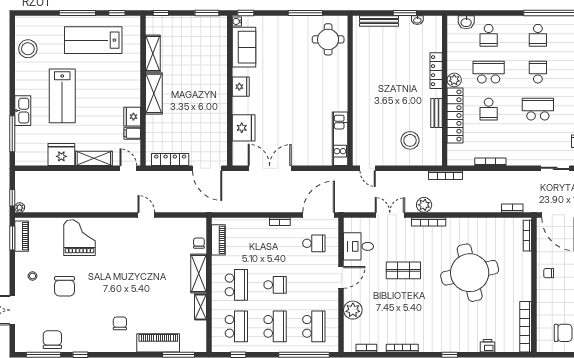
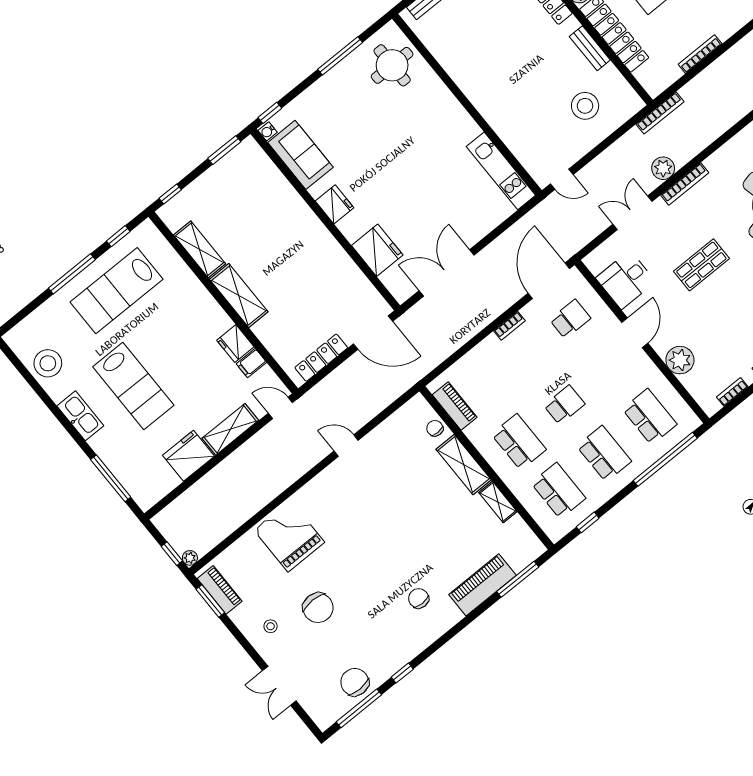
kitchen sink: (23, 111) -> (80, 416), moved

